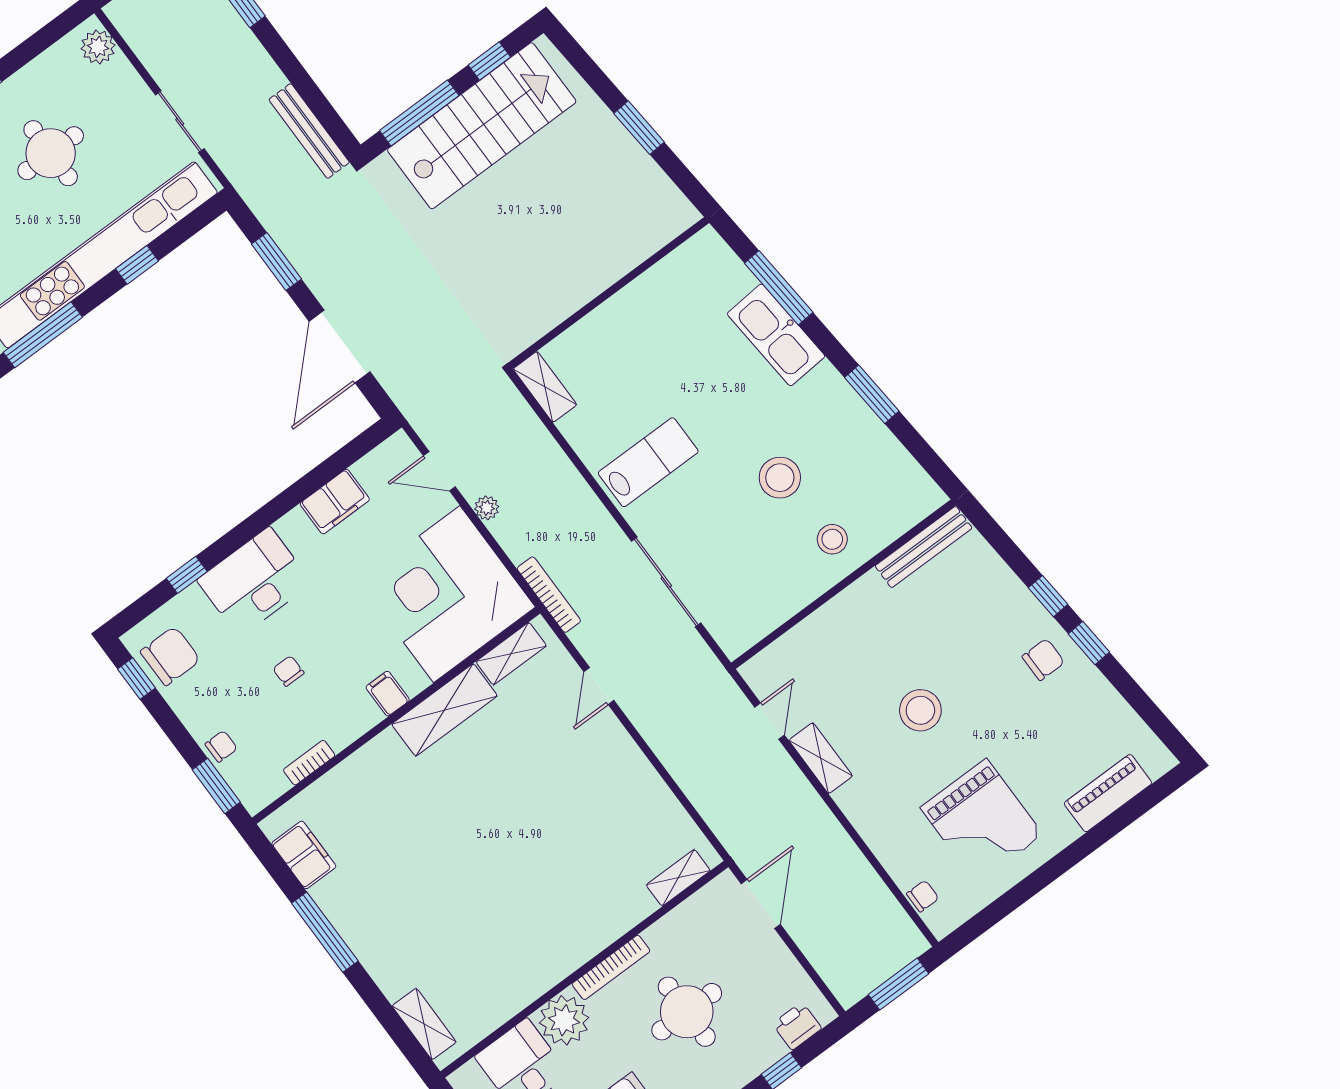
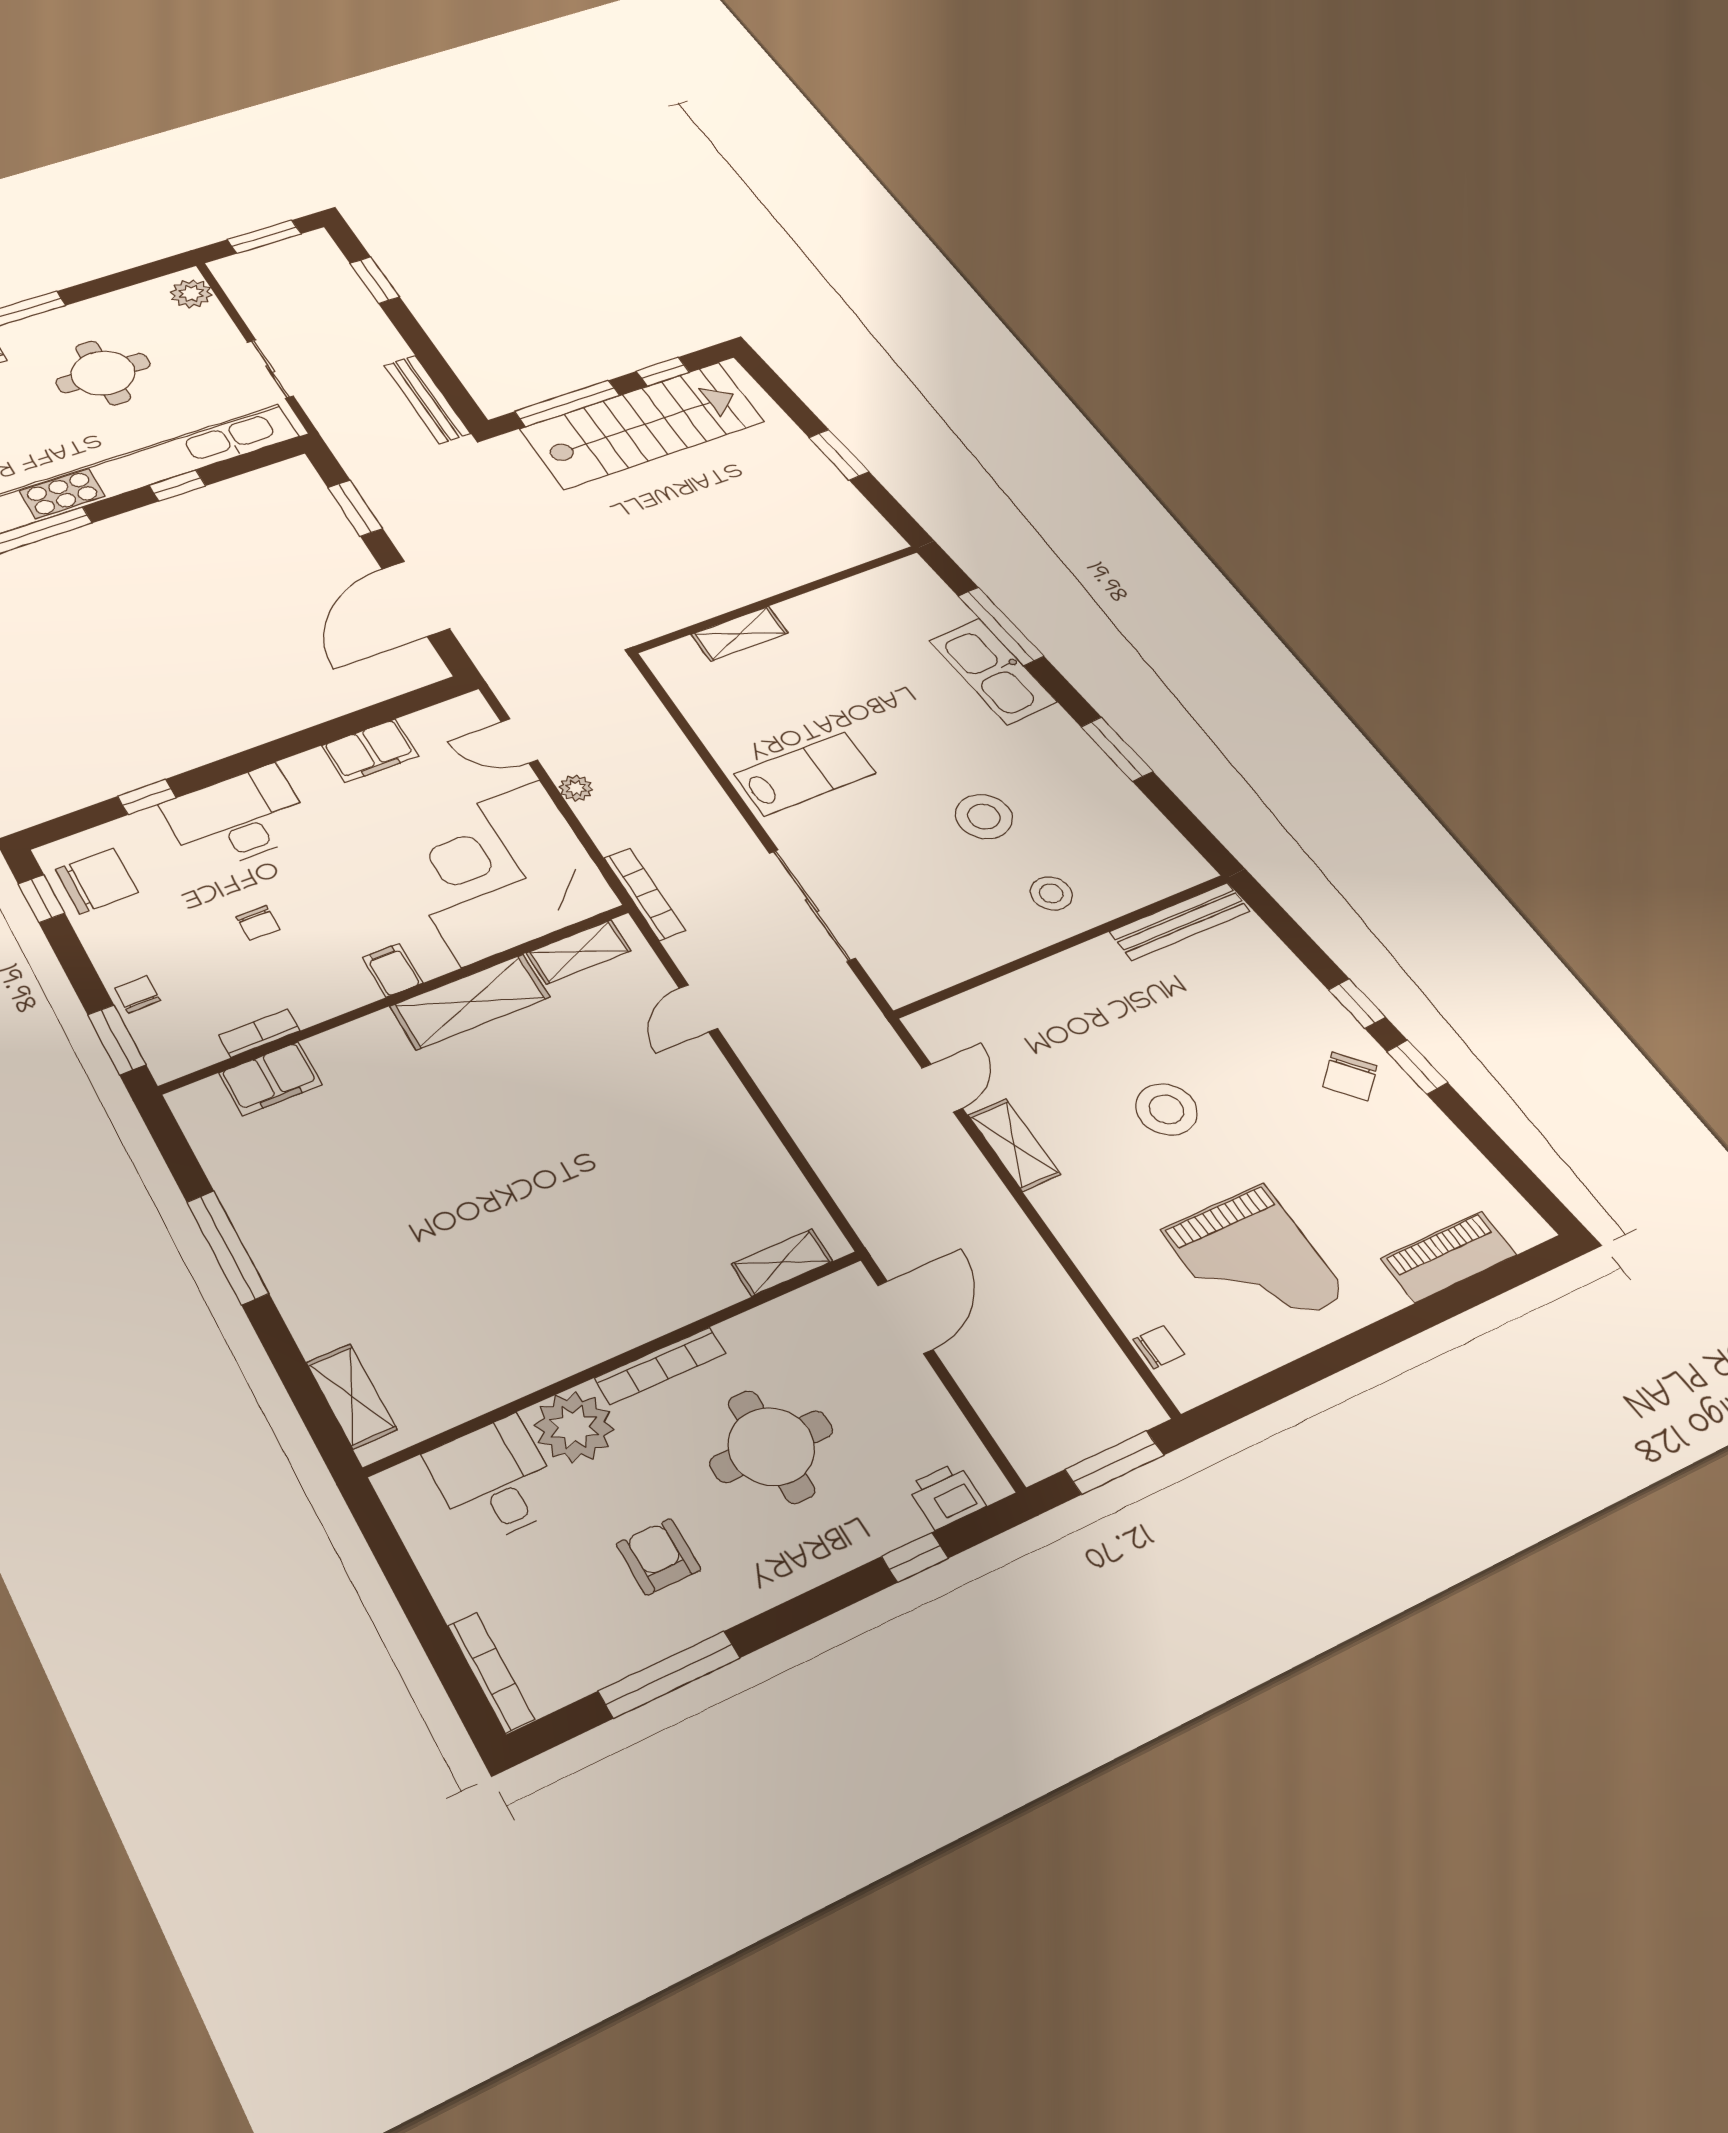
shelving: (545, 387) -> (740, 634), moved, turned 90
chair: (1043, 659) -> (1350, 1076), turned 138
chair: (288, 671) -> (258, 923), turned 180
chair: (221, 746) -> (138, 994), turned -90
filing cabinet: (304, 855) -> (271, 1079), moved, turned 90

